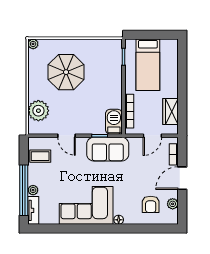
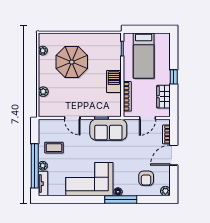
plant: (33, 44) -> (43, 51), moved
window: (182, 89) -> (174, 77), added
plant: (38, 111) -> (43, 92), width x0.53, depth x0.53
barbecue: (114, 122) -> (114, 82), moved
coffee table: (40, 156) -> (54, 148), moved
plant: (173, 204) -> (165, 191), moved
window: (122, 229) -> (121, 200), added

